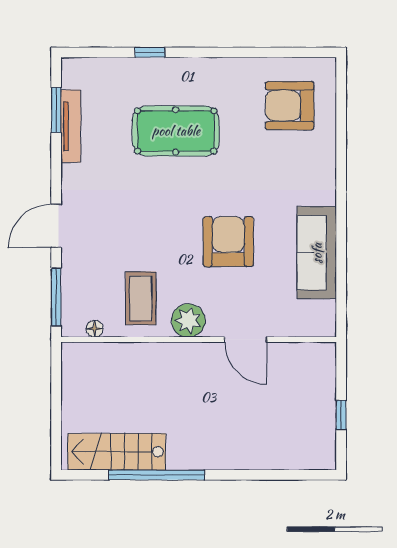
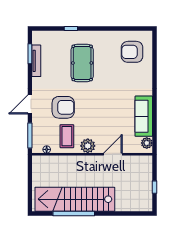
pool table: (176, 131) -> (82, 63), turned 90
armchair: (228, 242) -> (63, 107), moved, turned 90
plant: (323, 314) -> (147, 143), added
door: (246, 340) -> (113, 154), swing flipped
stairs: (117, 452) -> (75, 199), width x1.86, depth x1.51

